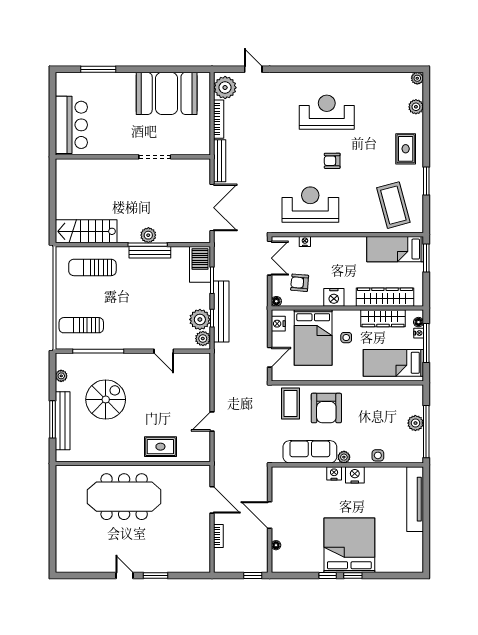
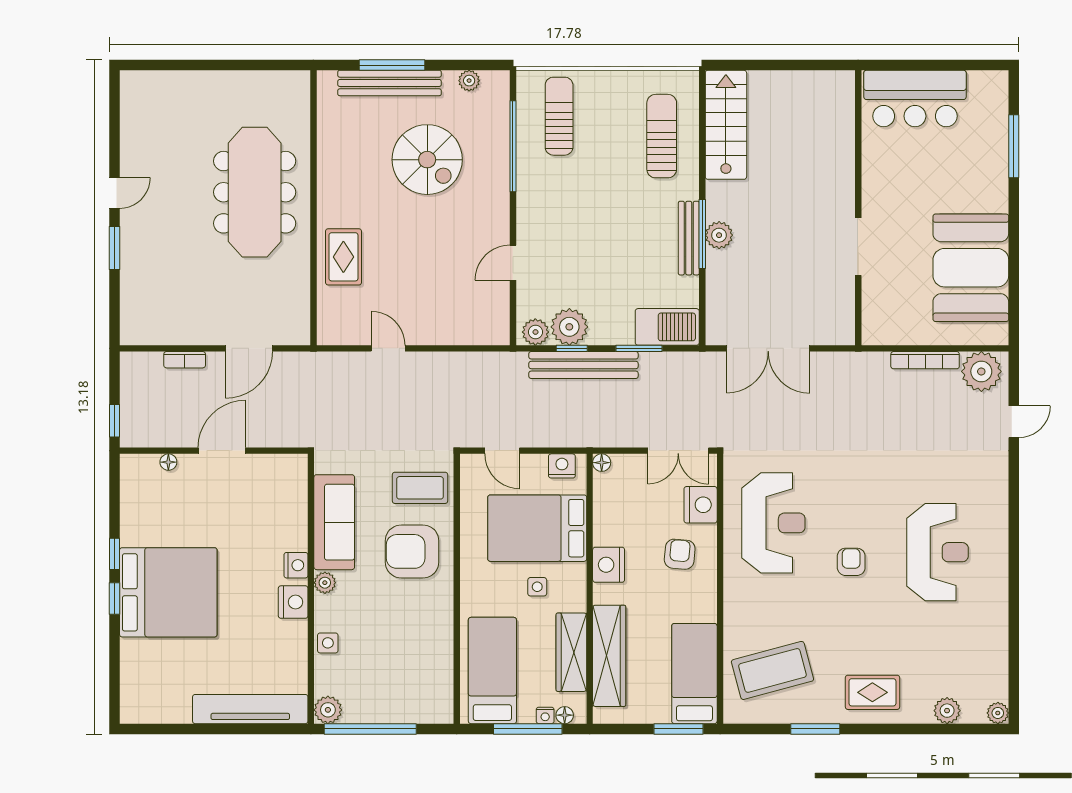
bench: (220, 161) -> (851, 362), removed
nightstand: (305, 241) -> (701, 505), width x1.89, depth x1.79
armchair: (300, 283) -> (680, 554), moved
plant: (415, 423) -> (328, 710), moved

